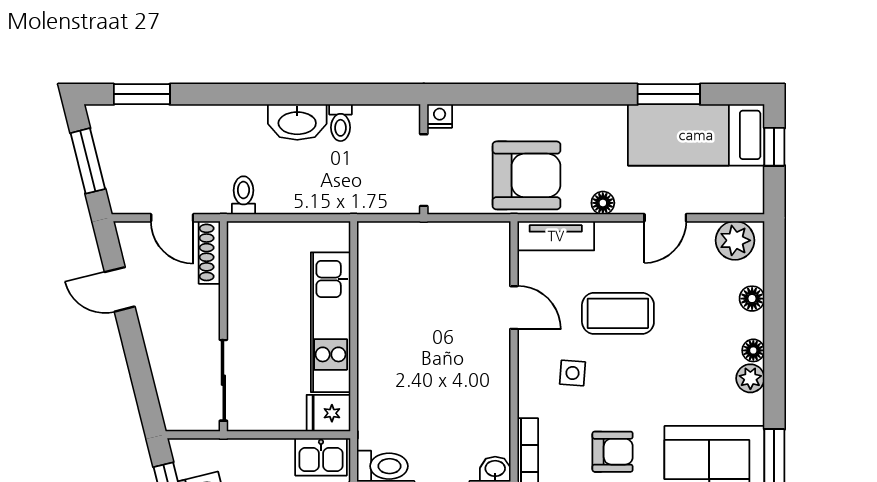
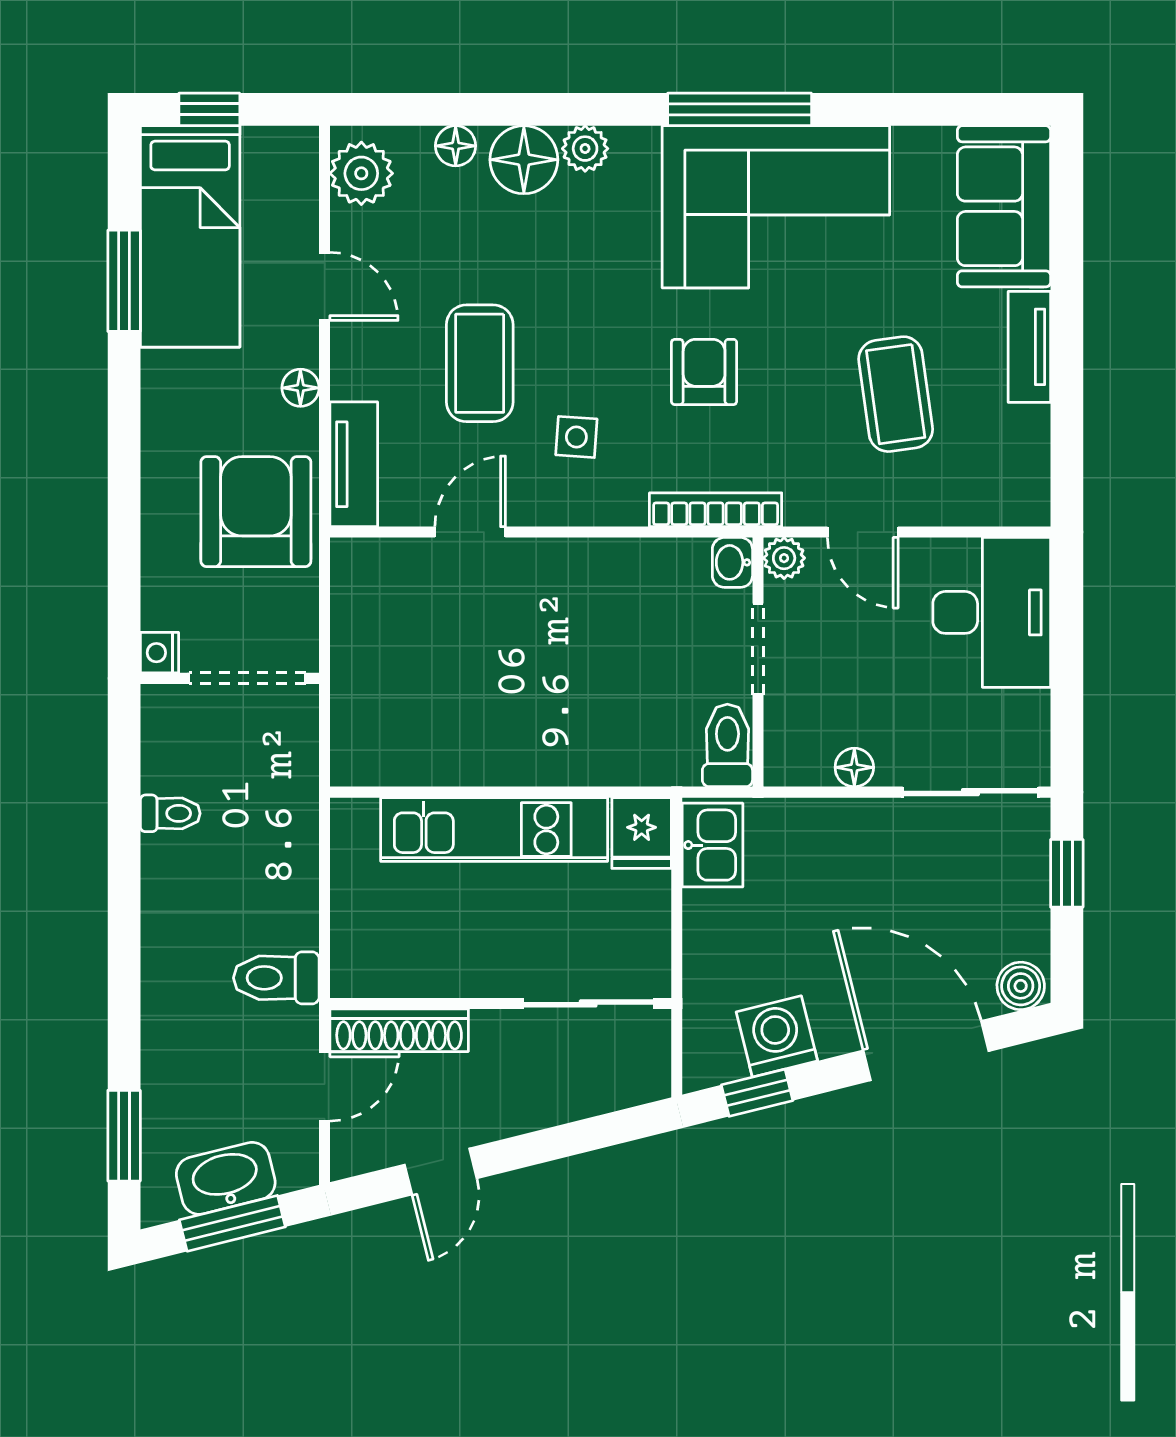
washbasin: (297, 122) -> (226, 1178), moved, turned -104
toilet: (243, 195) -> (276, 978), width x1.37, depth x1.39
shoe rack: (209, 252) -> (399, 1030), width x1.36, depth x1.24
floor lamp: (753, 350) -> (524, 160), width x1.89, depth x1.89

